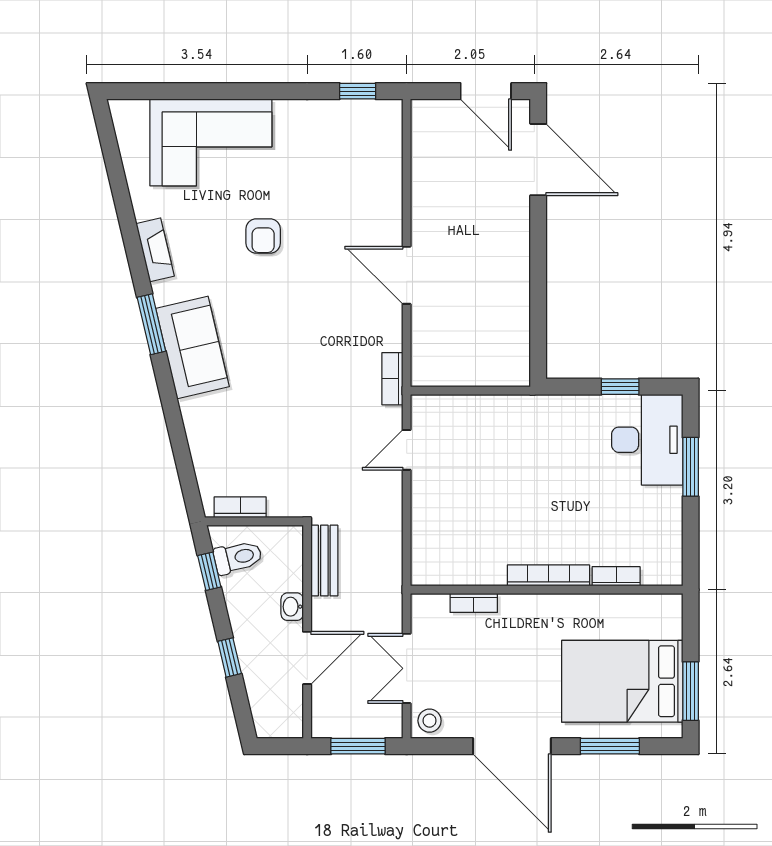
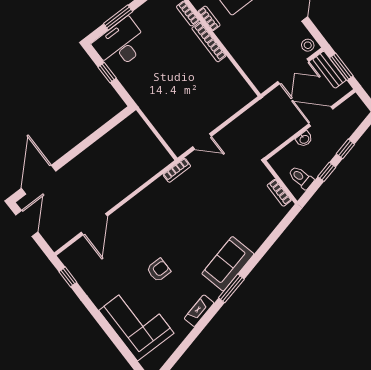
door: (407, 275) -> (94, 224), moved
bench: (324, 560) -> (329, 70), moved, turned 90
window: (209, 571) -> (327, 172), moved
bookcase: (474, 603) -> (209, 18), moved

